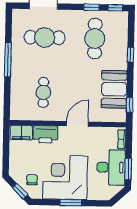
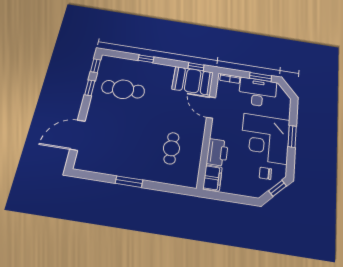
cafe table: (45, 37) -> (112, 139), removed
window: (8, 60) -> (129, 182), width x0.69
booth: (114, 89) -> (193, 81), moved
cafe table: (43, 92) -> (171, 148), turned 90
door: (77, 124) -> (211, 107), moved

